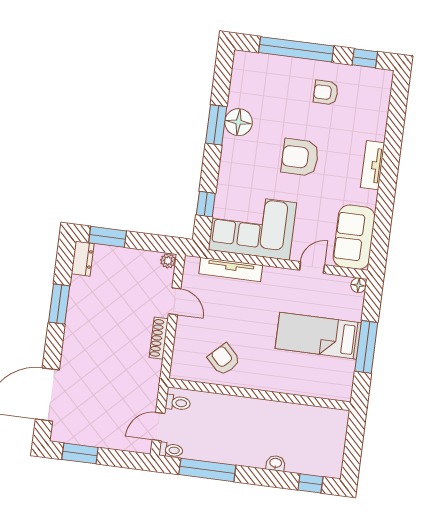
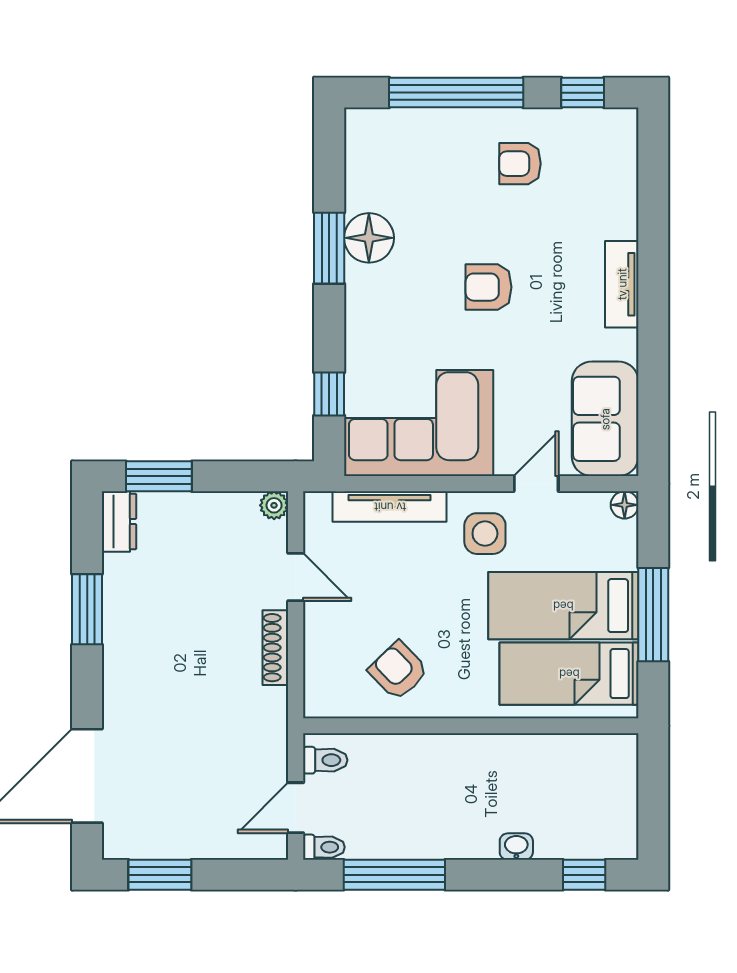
armchair: (300, 157) -> (489, 287), width x0.72, depth x0.72
side table: (281, 291) -> (485, 534), added
bed: (316, 373) -> (569, 674), added

